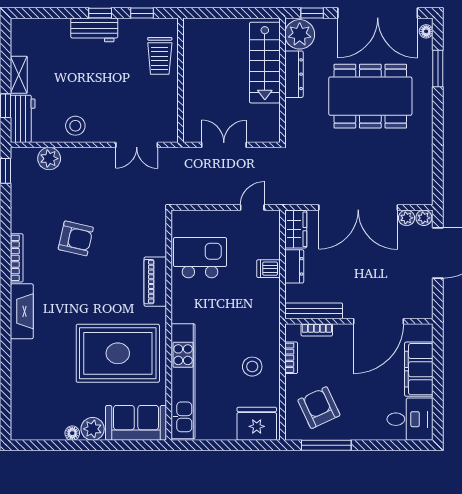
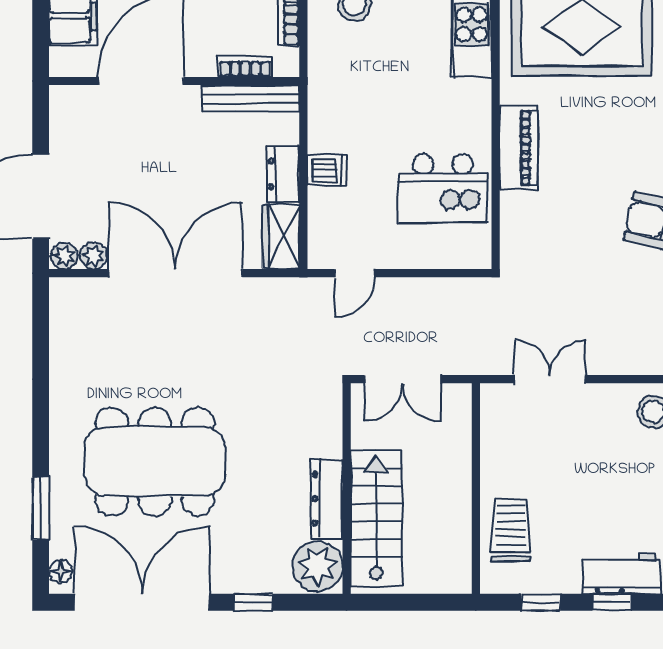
plant: (300, 34) -> (317, 566), moved
stairs: (265, 63) -> (376, 518), moved
dresser: (294, 74) -> (327, 499), moved
wall: (282, 80) -> (347, 489), moved

